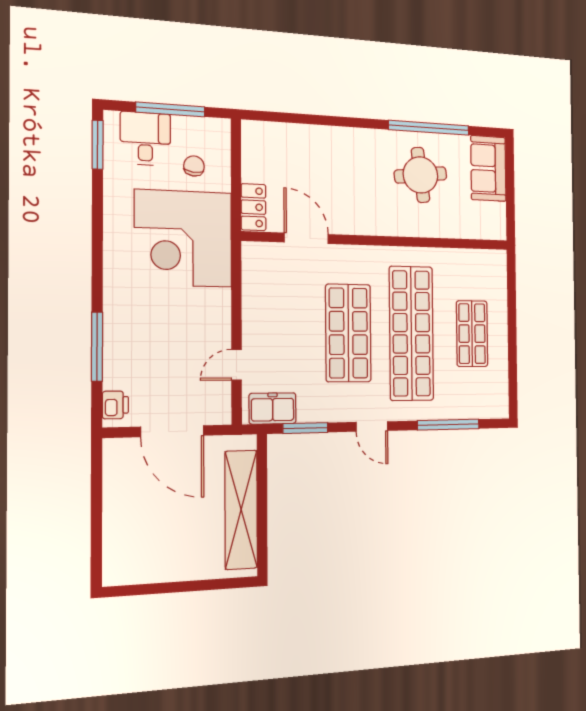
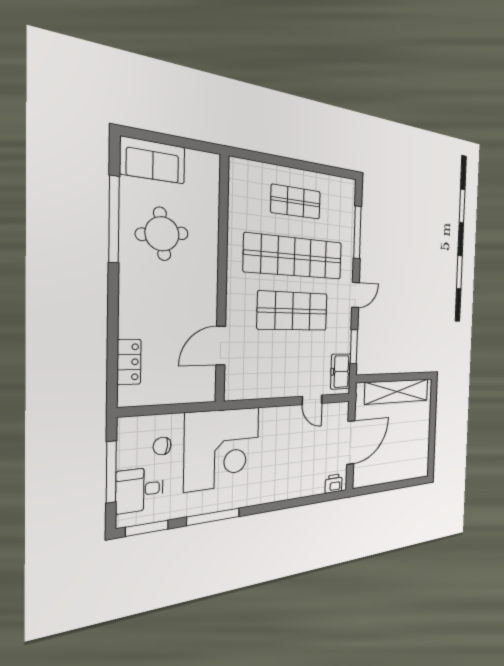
locker: (253, 207) -> (129, 362), moved, turned 90
window: (97, 347) -> (213, 517), moved

